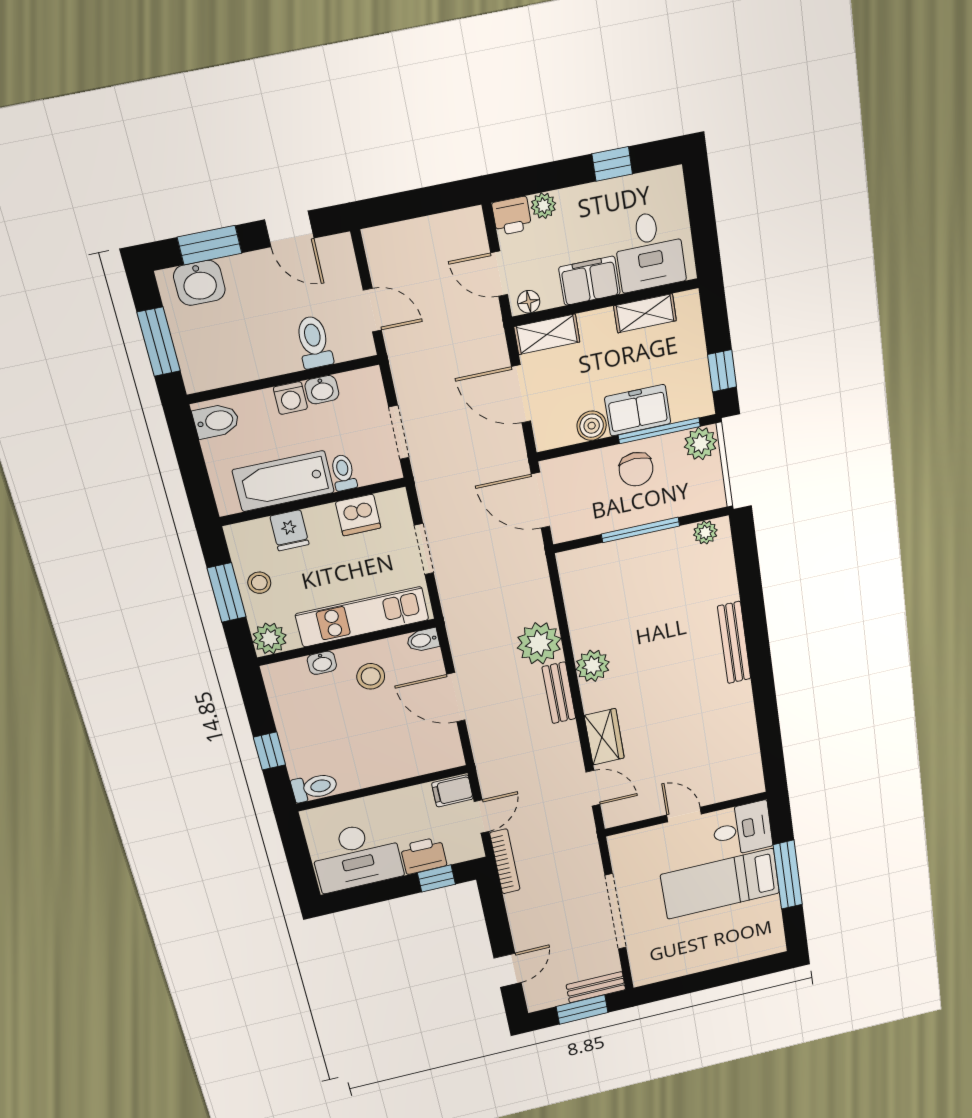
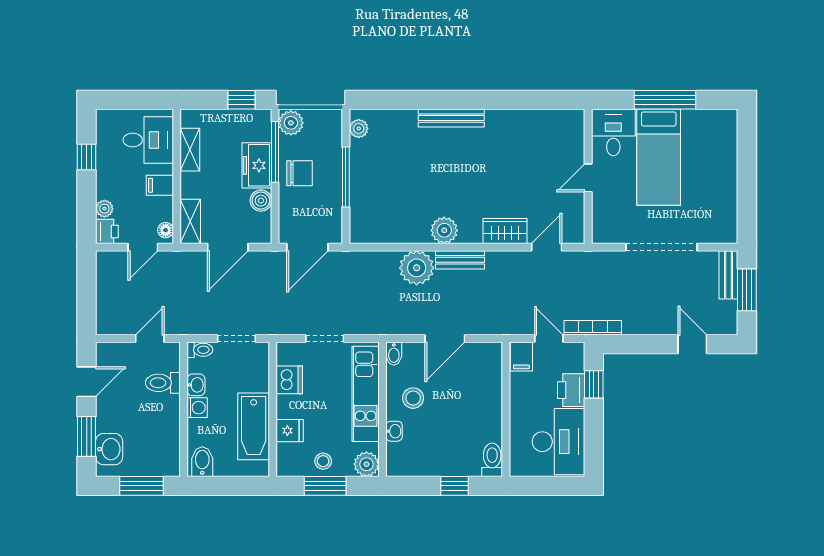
filing cabinet: (589, 281) -> (160, 185), width x0.50
toilet: (343, 473) -> (200, 350), moved, turned 180

